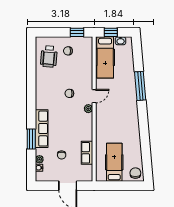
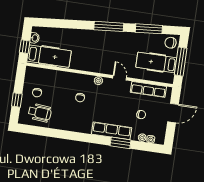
window: (77, 32) -> (17, 100), moved
window: (140, 86) -> (109, 26), moved
door: (94, 96) -> (120, 78), moved
window: (146, 150) -> (149, 29), added
row of seats: (87, 153) -> (148, 89), width x1.48
window: (119, 186) -> (181, 62), added

